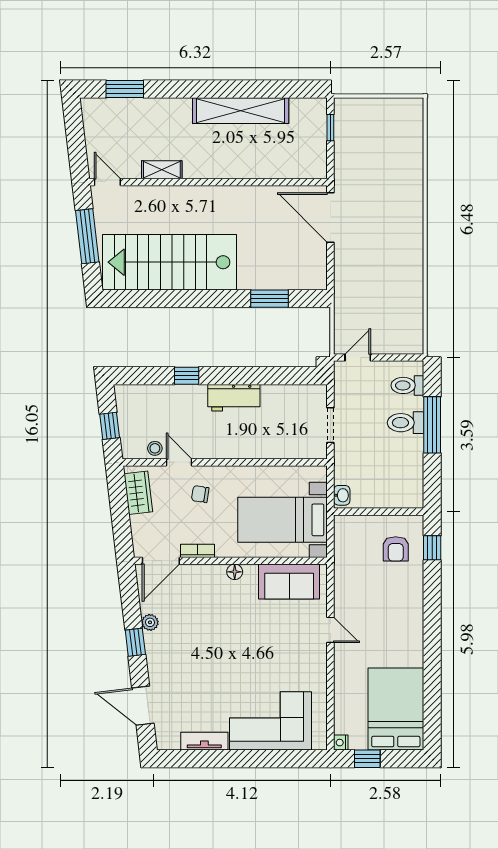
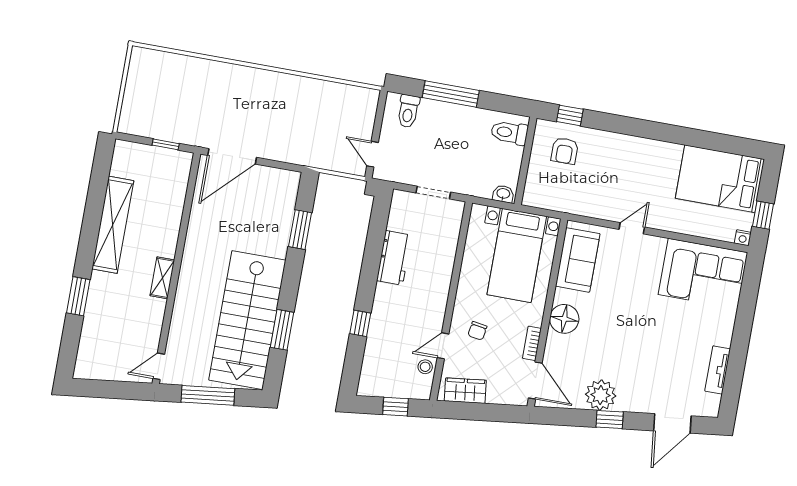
window: (125, 89) -> (78, 296), moved
window: (330, 128) -> (166, 144), moved
shelving: (162, 170) -> (162, 278), moved
window: (166, 299) -> (282, 330), added
workbench: (234, 398) -> (394, 258), moved
toilet: (405, 423) -> (509, 133), moved, turned 90
armchair: (396, 549) -> (565, 151), turned 90
floor lamp: (235, 572) -> (564, 319), width x1.89, depth x1.89
plant: (150, 622) -> (601, 395), width x1.88, depth x1.88
corner sofa: (270, 721) -> (703, 274), moved, turned -90

